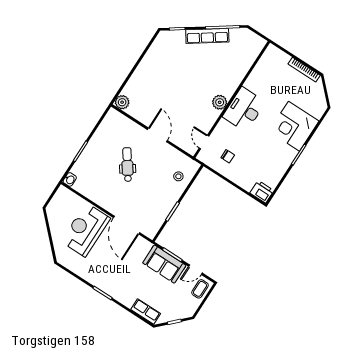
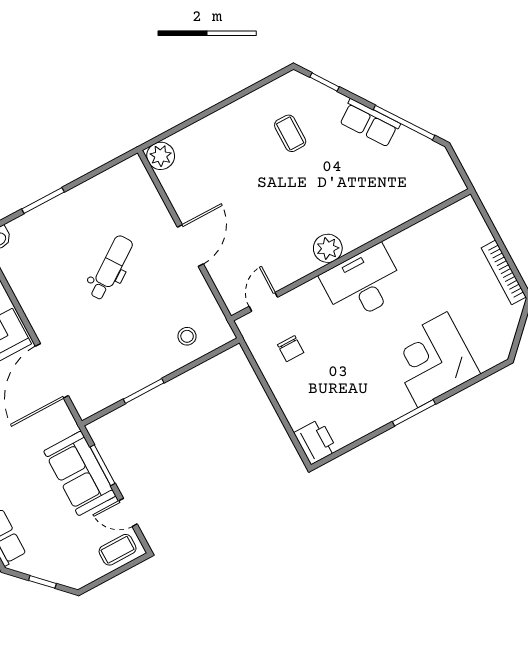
row of seats: (207, 36) -> (370, 123), width x0.68
coffee table: (174, 60) -> (290, 133), added

